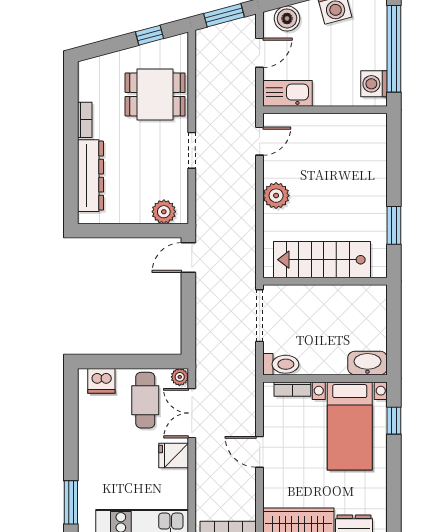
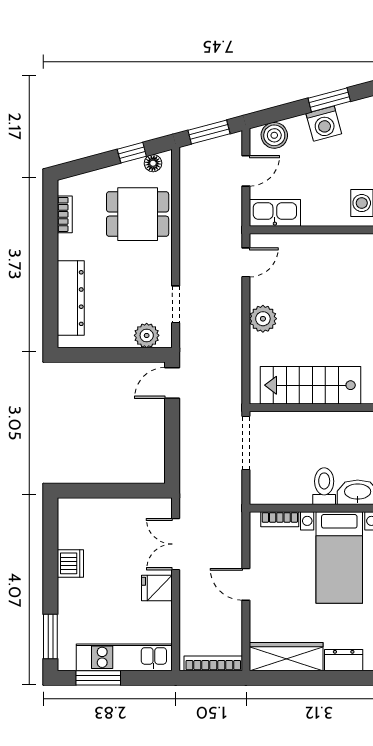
floor lamp: (170, 45) -> (153, 163), added
bookcase: (85, 120) -> (65, 214), moved
doorway: (192, 150) -> (176, 304), moved
toilet: (281, 364) -> (324, 486), moved, turned -90
plant: (180, 377) -> (163, 507), removed
dishwasher: (101, 381) -> (70, 563), moved, turned -90
cafe table: (145, 400) -> (127, 531), removed

